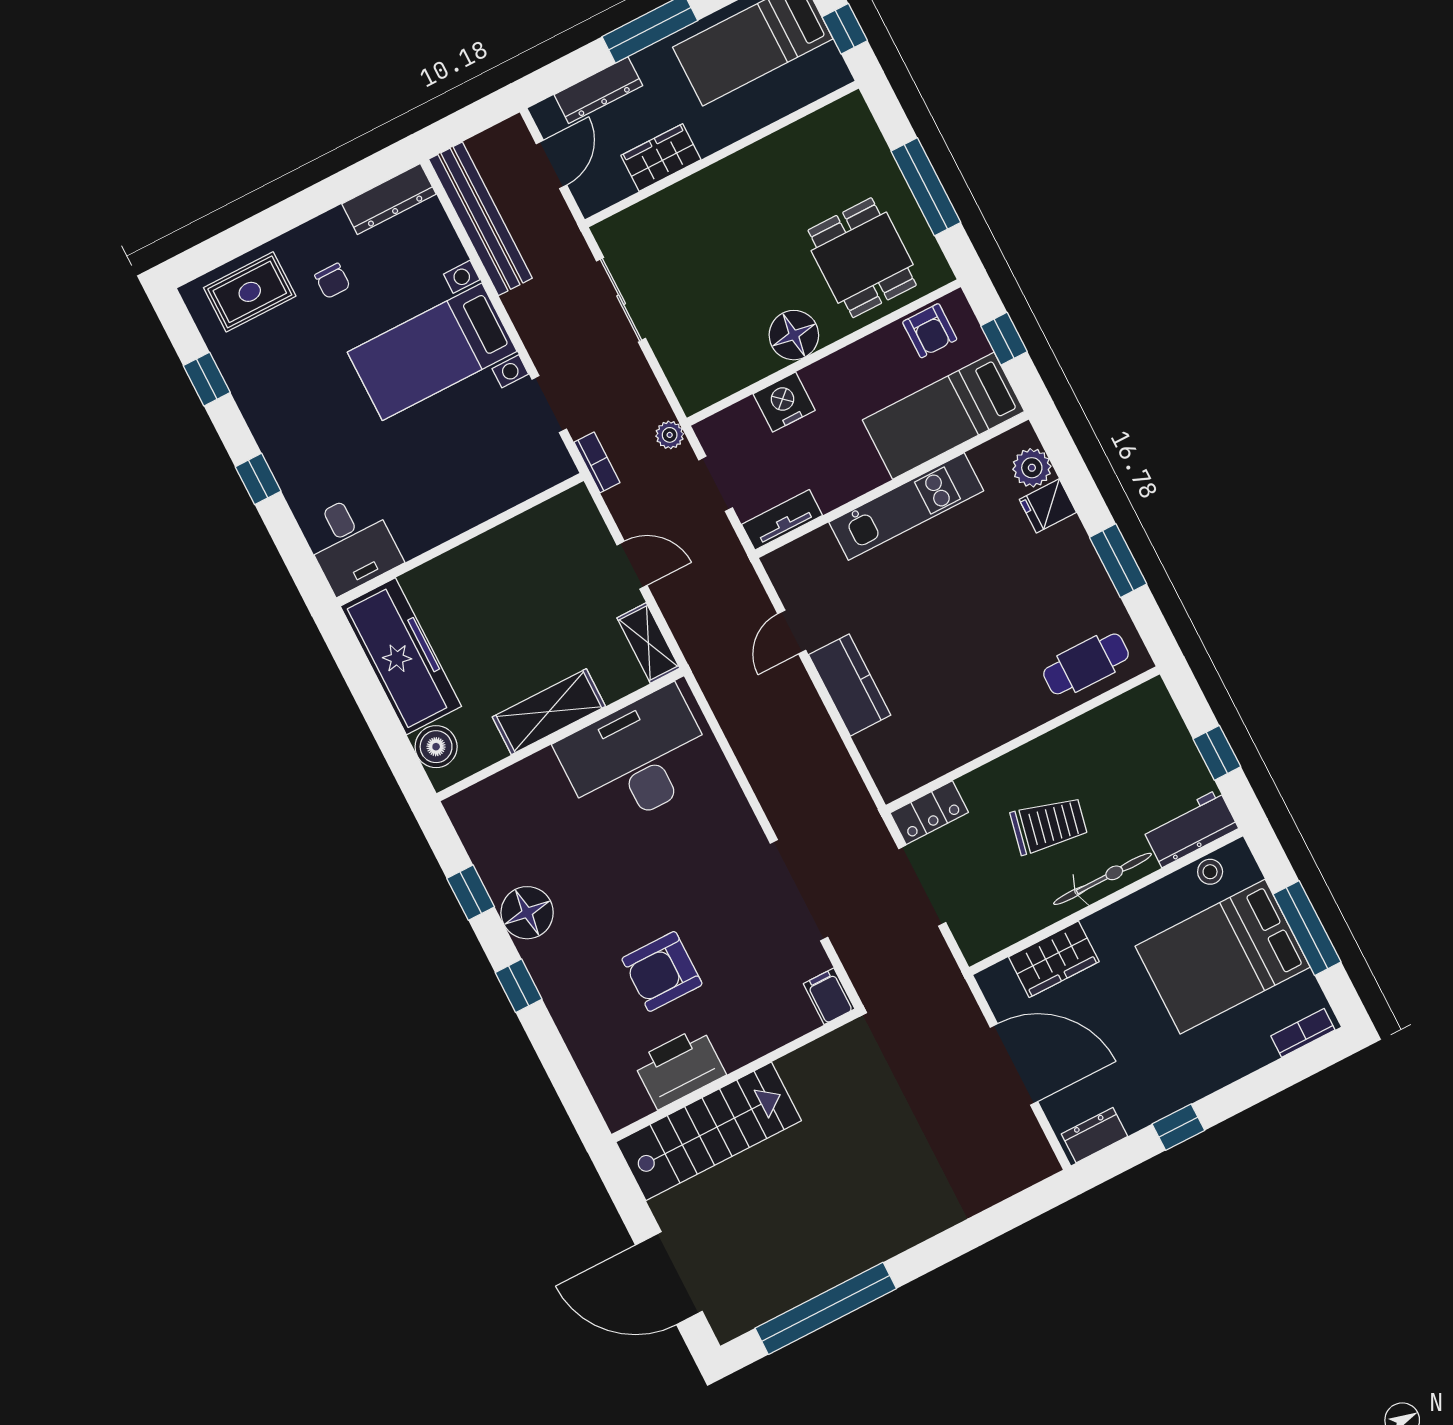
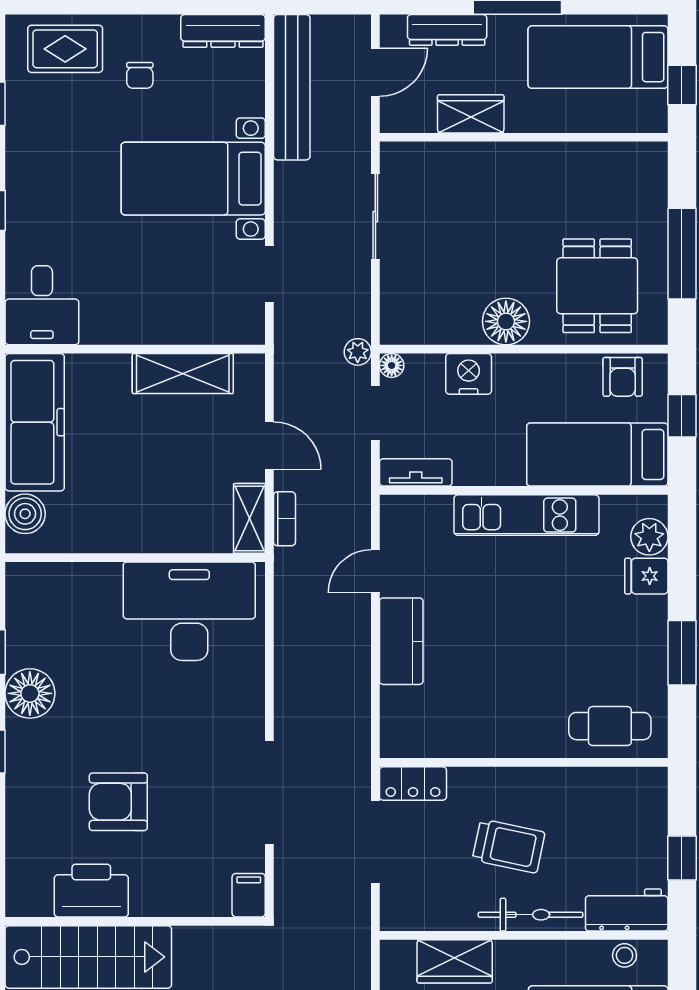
floor lamp: (708, 431) -> (392, 365), added
bookcase: (597, 462) -> (284, 519), moved
shelving: (549, 712) -> (183, 374), moved

